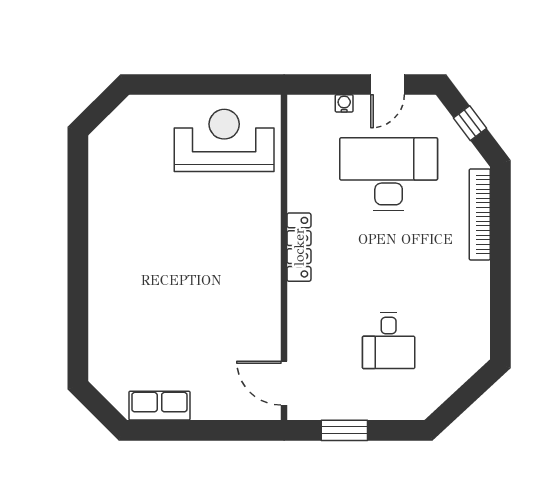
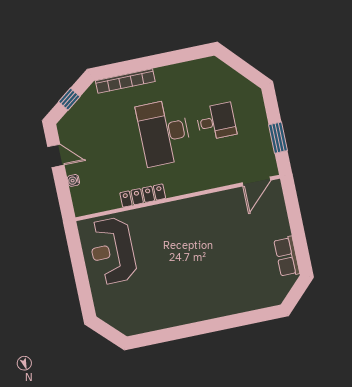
desk: (389, 174) -> (164, 132), moved
locker: (299, 247) -> (143, 196), moved

